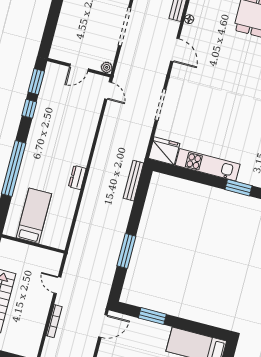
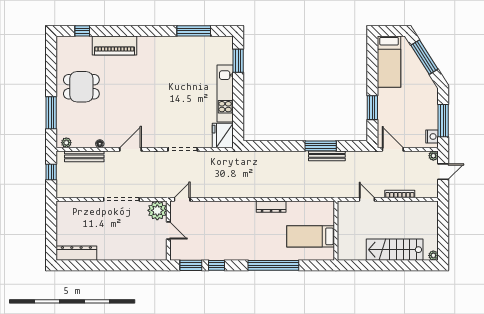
plant: (107, 67) -> (157, 210), width x1.87, depth x1.87
dresser: (77, 178) -> (271, 207), width x1.44
bench: (133, 181) -> (327, 156), moved
door: (57, 285) -> (367, 199), swing flipped

